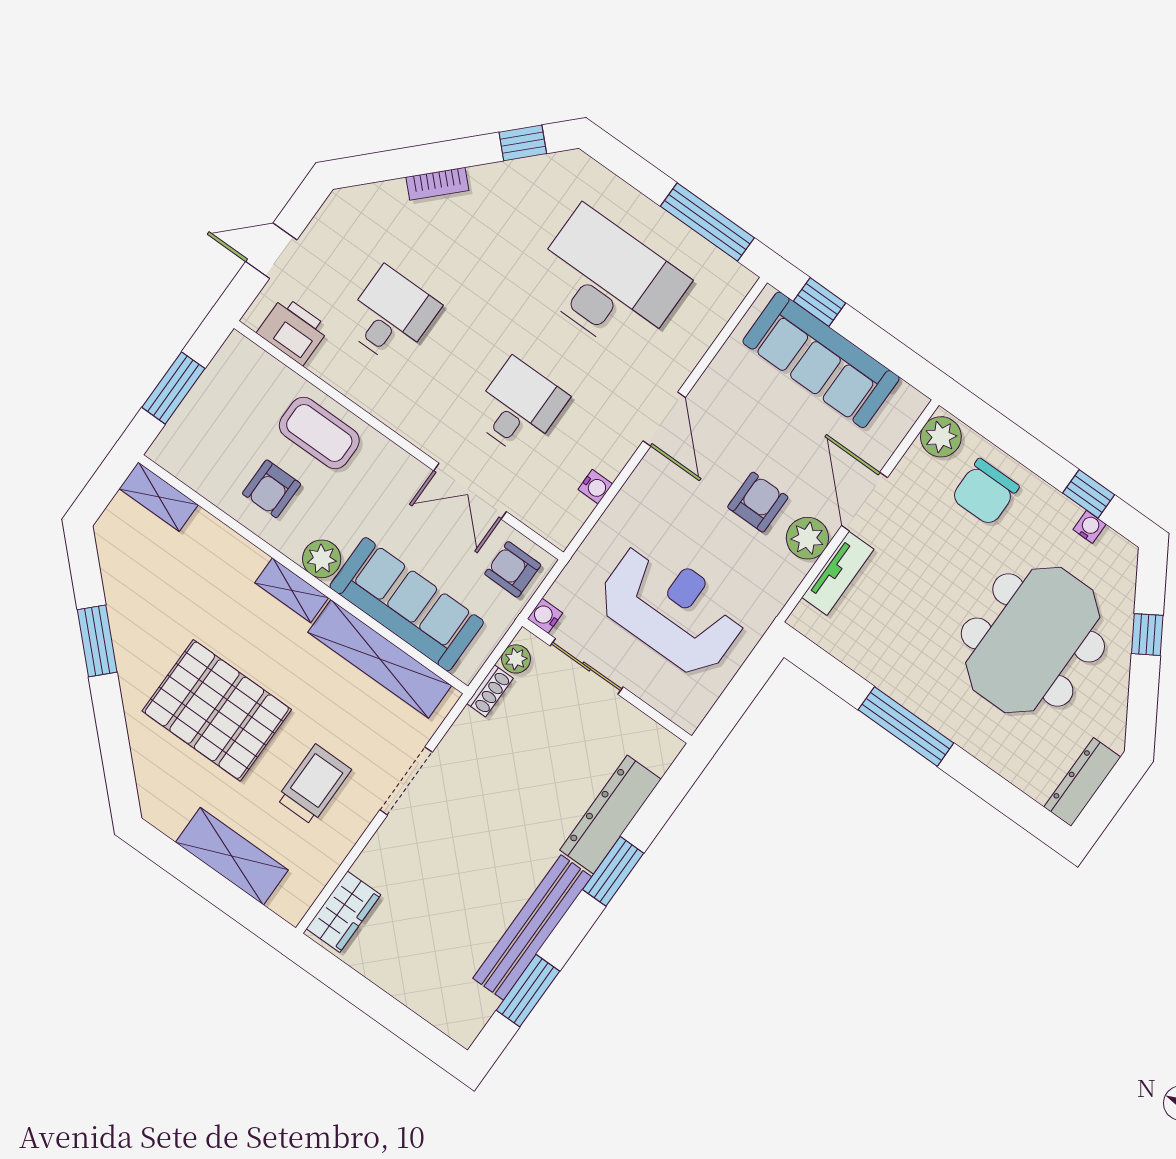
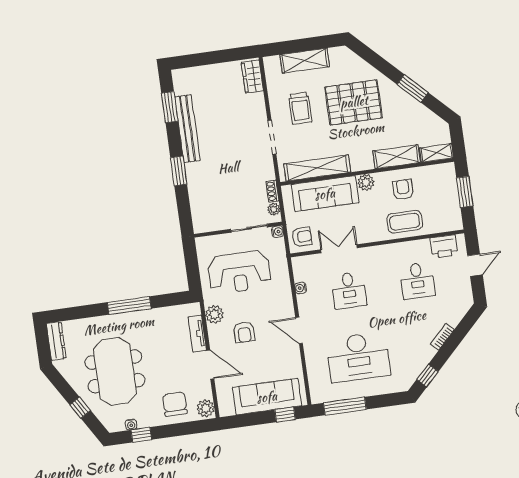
plant: (807, 538) -> (214, 314), moved
shelving: (292, 590) -> (397, 157), moved, width x1.50, depth x1.33
dresser: (610, 815) -> (197, 188), removed

